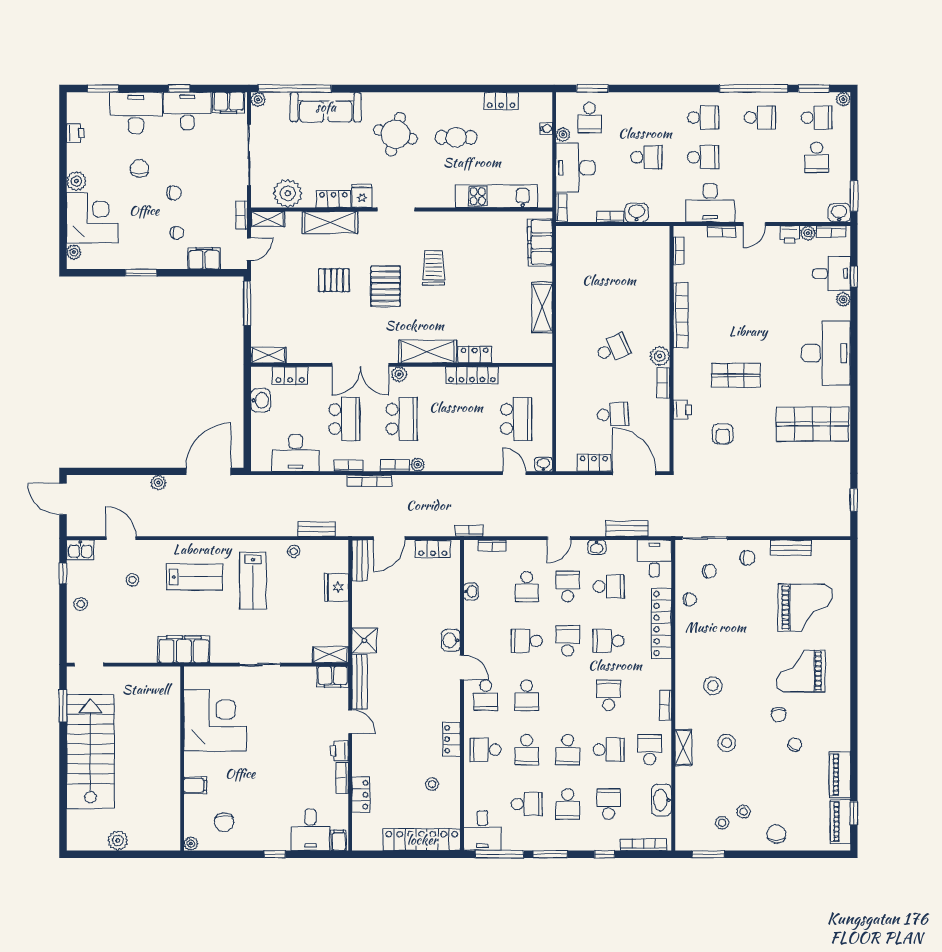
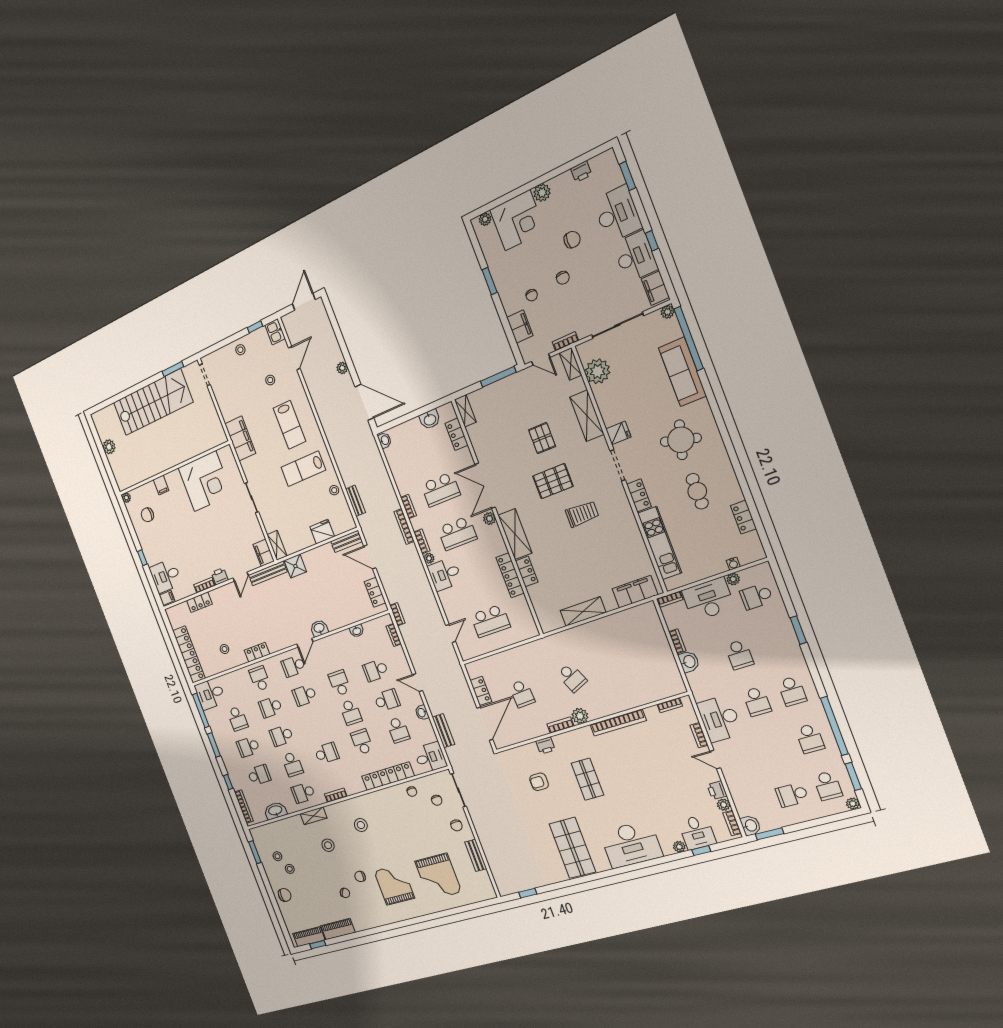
window: (592, 89) -> (798, 630), moved
locker: (334, 199) -> (639, 495), moved
desk: (296, 453) -> (445, 574), moved, width x0.73
washbasin: (543, 464) -> (385, 440), moved
school desk: (568, 641) -> (351, 712), turned 90
school desk: (650, 750) -> (303, 793), turned 180

